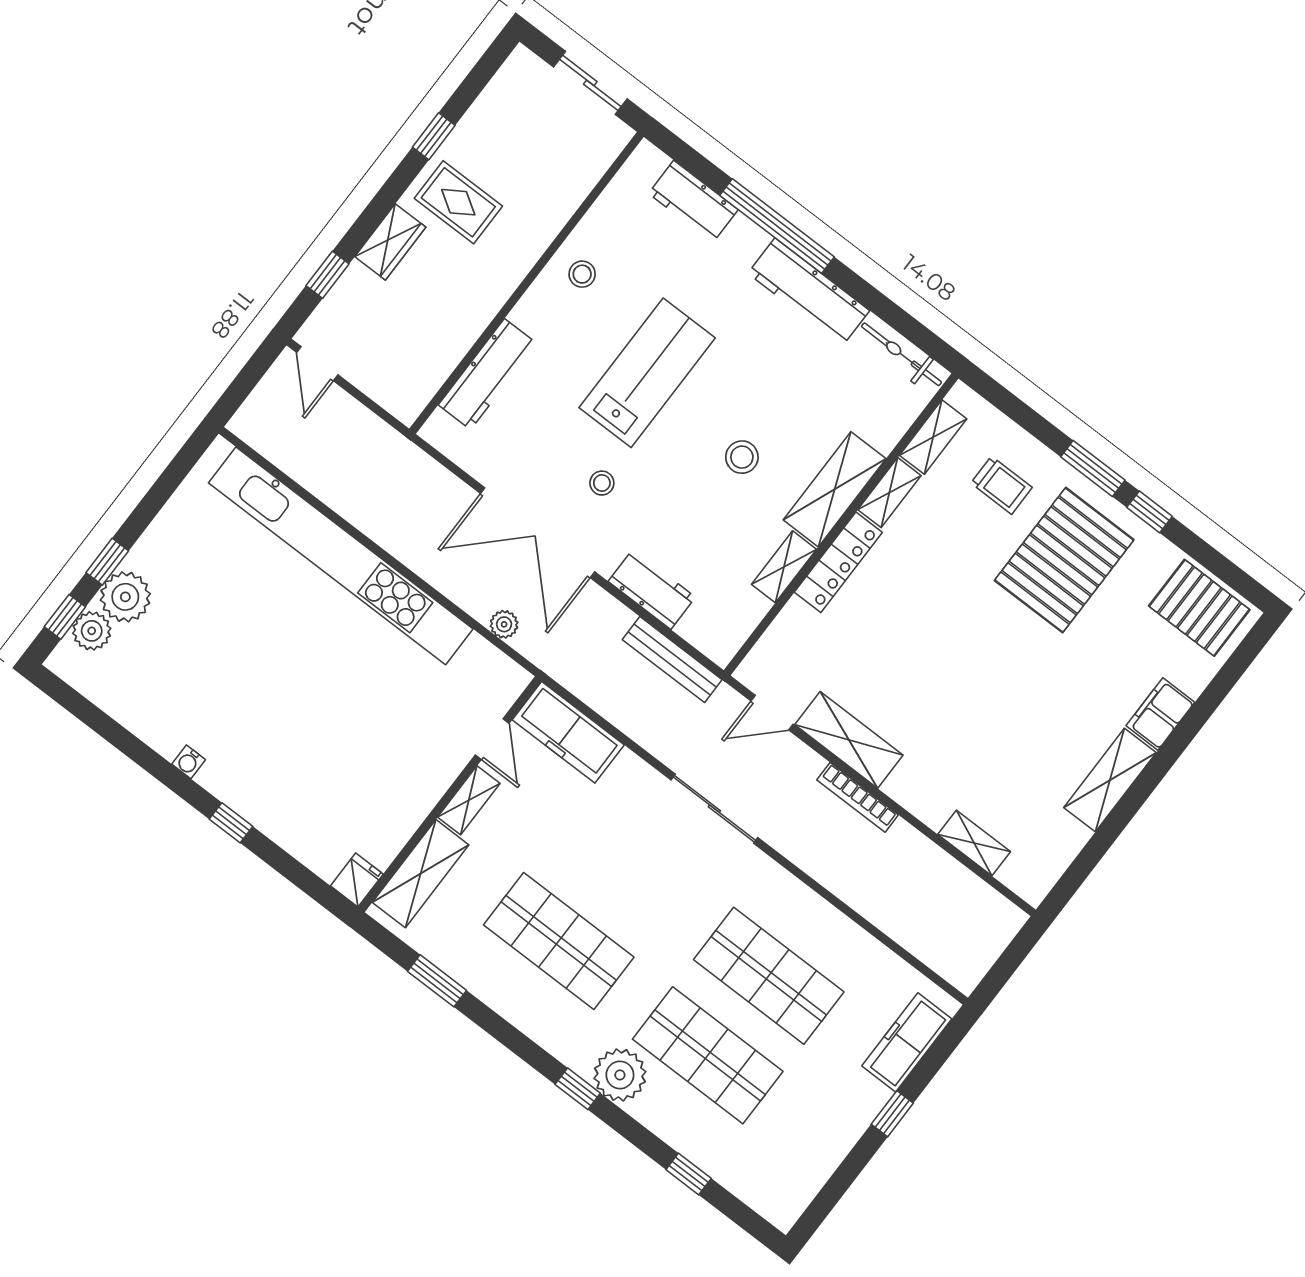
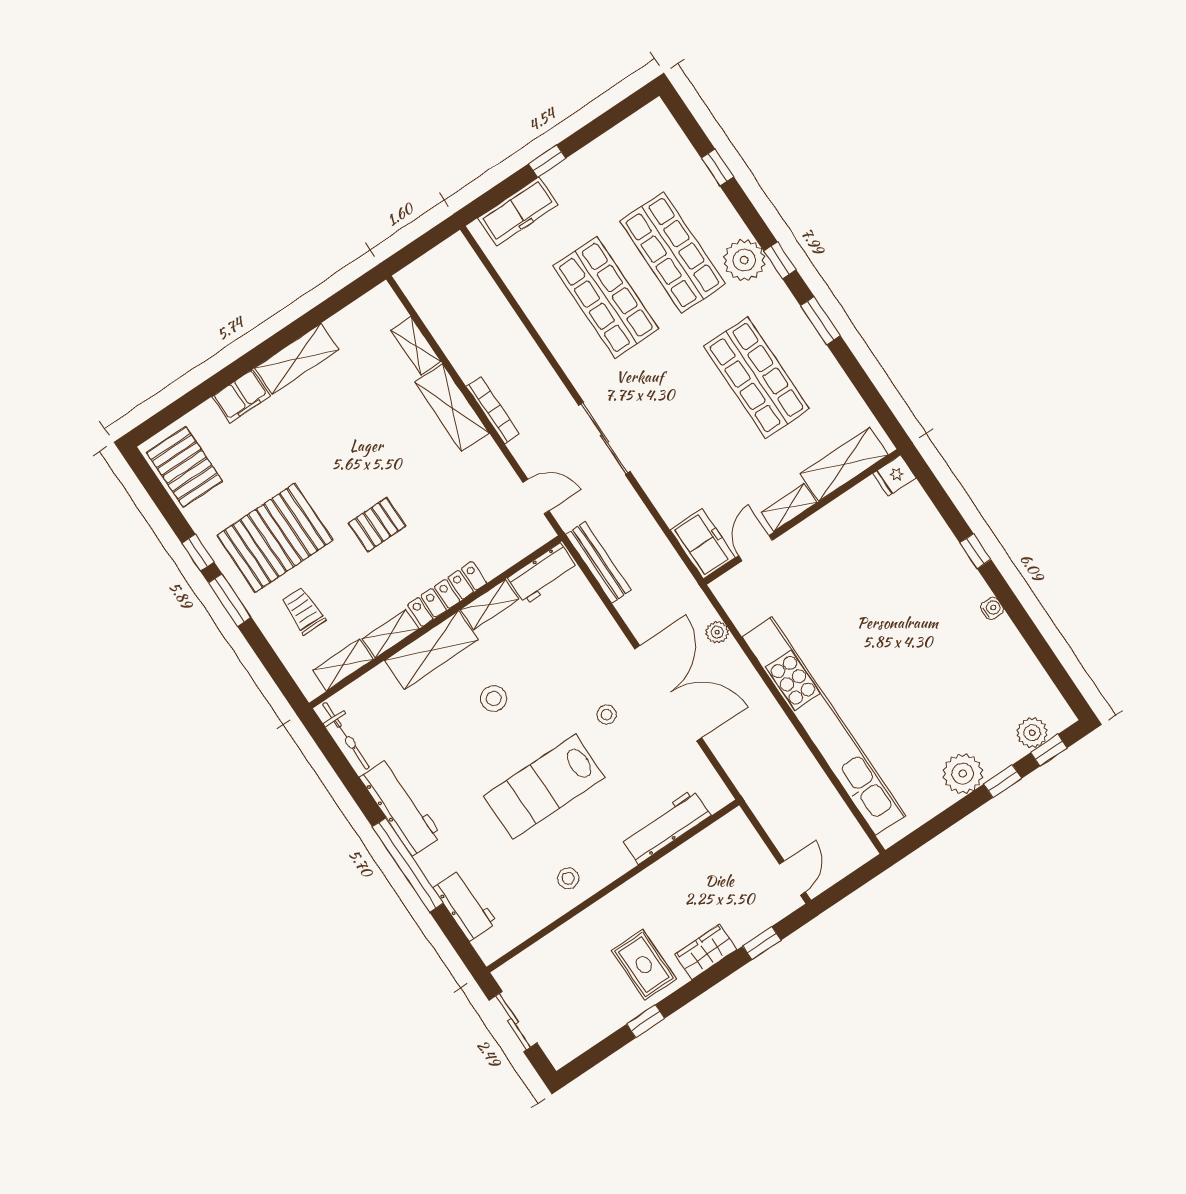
workbench: (652, 589) -> (543, 574), moved, turned -90
plant: (125, 597) -> (963, 774), moved
pallet: (949, 616) -> (377, 525), added
freezer: (568, 732) -> (703, 544), width x0.71
shelving: (849, 740) -> (452, 408), moved
window: (437, 981) -> (820, 321), moved

